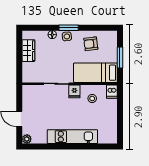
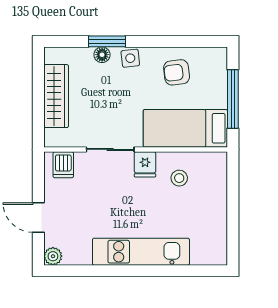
window: (69, 28) -> (107, 41), moved
wardrobe: (28, 51) -> (56, 96), width x1.50
window: (120, 58) -> (233, 99), width x1.44
dishwasher: (112, 92) -> (63, 165), moved

